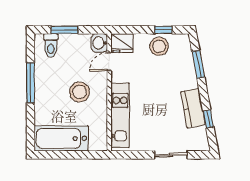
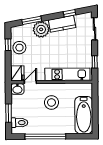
door: (109, 62) -> (30, 82), swing flipped
plant: (185, 78) -> (41, 29), added
window: (30, 83) -> (45, 137), width x1.46
window: (138, 155) -> (95, 62), added
sliding door: (171, 155) -> (94, 29), moved

